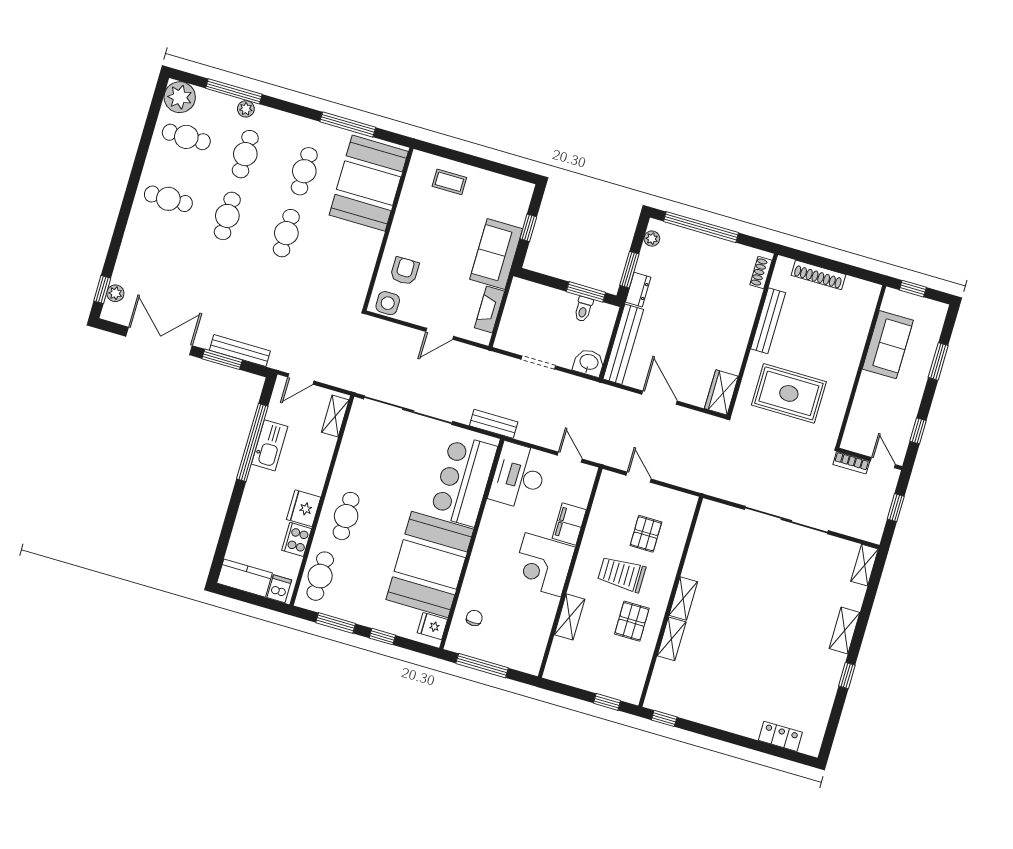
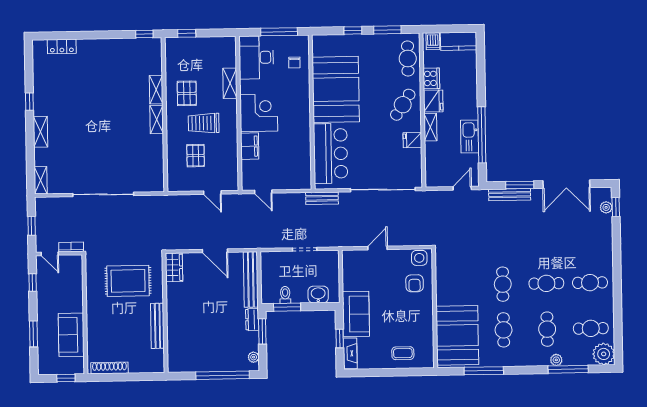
cafe table: (227, 216) -> (546, 283), turned 90
shoe rack: (761, 273) -> (172, 357), removed
shoe rack: (818, 275) -> (109, 368), moved
fireplace: (489, 310) -> (350, 353), moved
washbasin: (589, 363) -> (318, 294), moved, turned 180
shelving: (335, 416) -> (430, 127), moved
desk: (518, 476) -> (256, 57), moved, turned 180
cafe table: (346, 516) -> (403, 105), turned 33
trolley: (622, 574) -> (204, 123), turned 180
fridge: (432, 626) -> (412, 140), moved, turned 180

